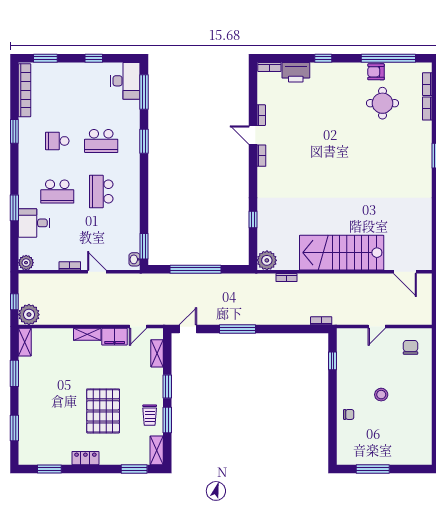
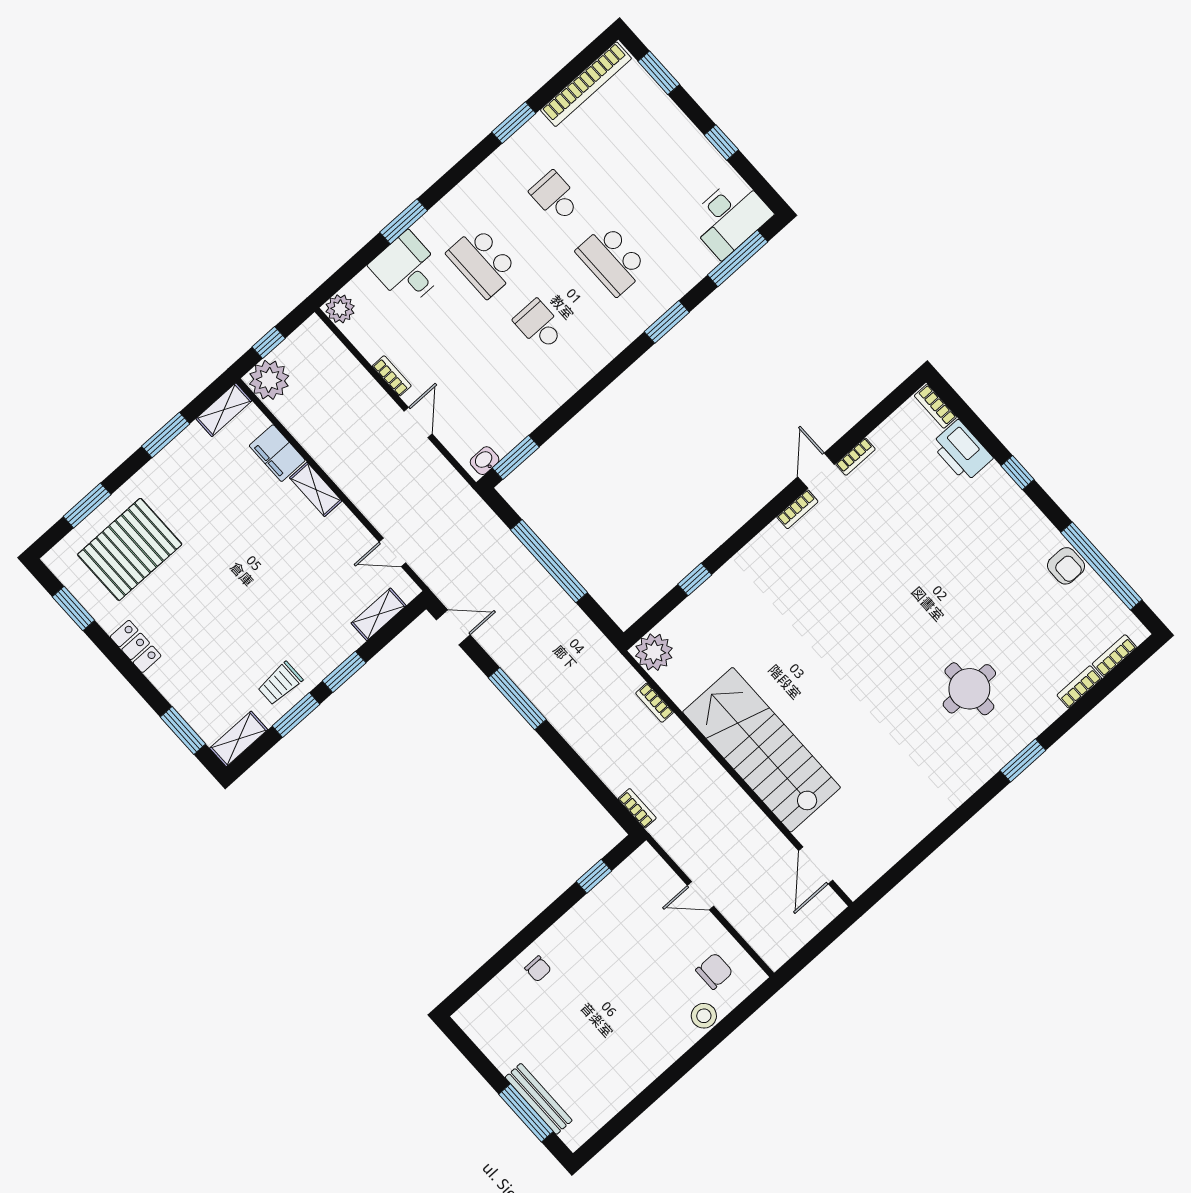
armchair: (376, 72) -> (1066, 566), turned 180
round table: (382, 103) -> (969, 689), moved
school desk: (101, 192) -> (539, 325), width x0.54
filing cabinet: (115, 337) -> (277, 453), moved
stool: (381, 395) -> (704, 1016), moved
pallet: (103, 411) -> (130, 549), moved
bench: (399, 459) -> (539, 1099), added
window: (373, 469) -> (526, 1113), moved

